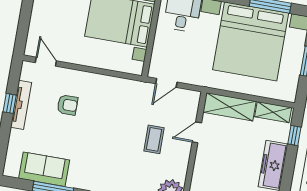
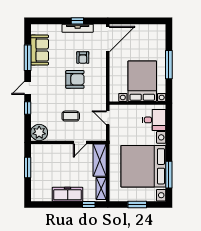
door: (46, 62) -> (108, 39), width x1.88
armchair: (99, 123) -> (75, 79), added
door: (197, 132) -> (80, 142), swing flipped

